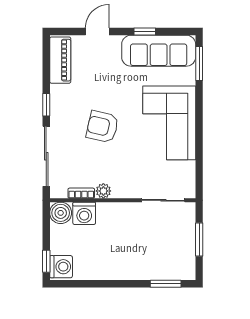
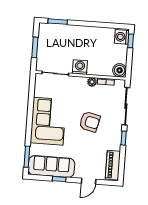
washing machine: (84, 213) -> (80, 67), moved

